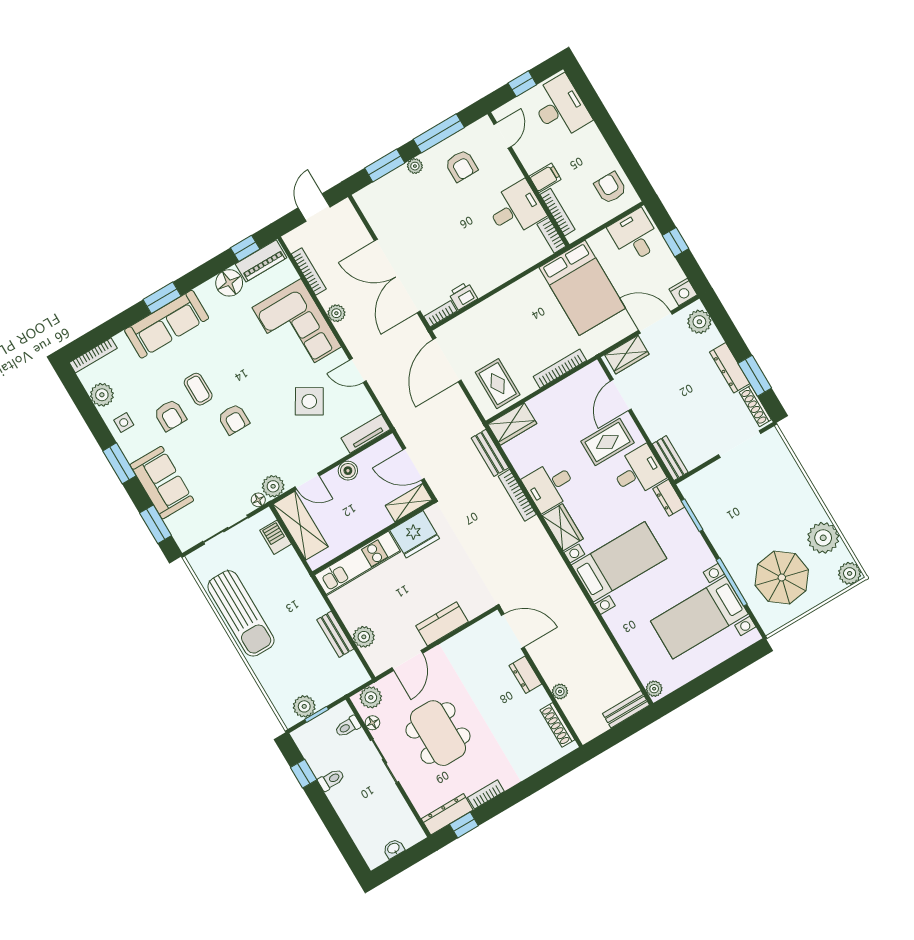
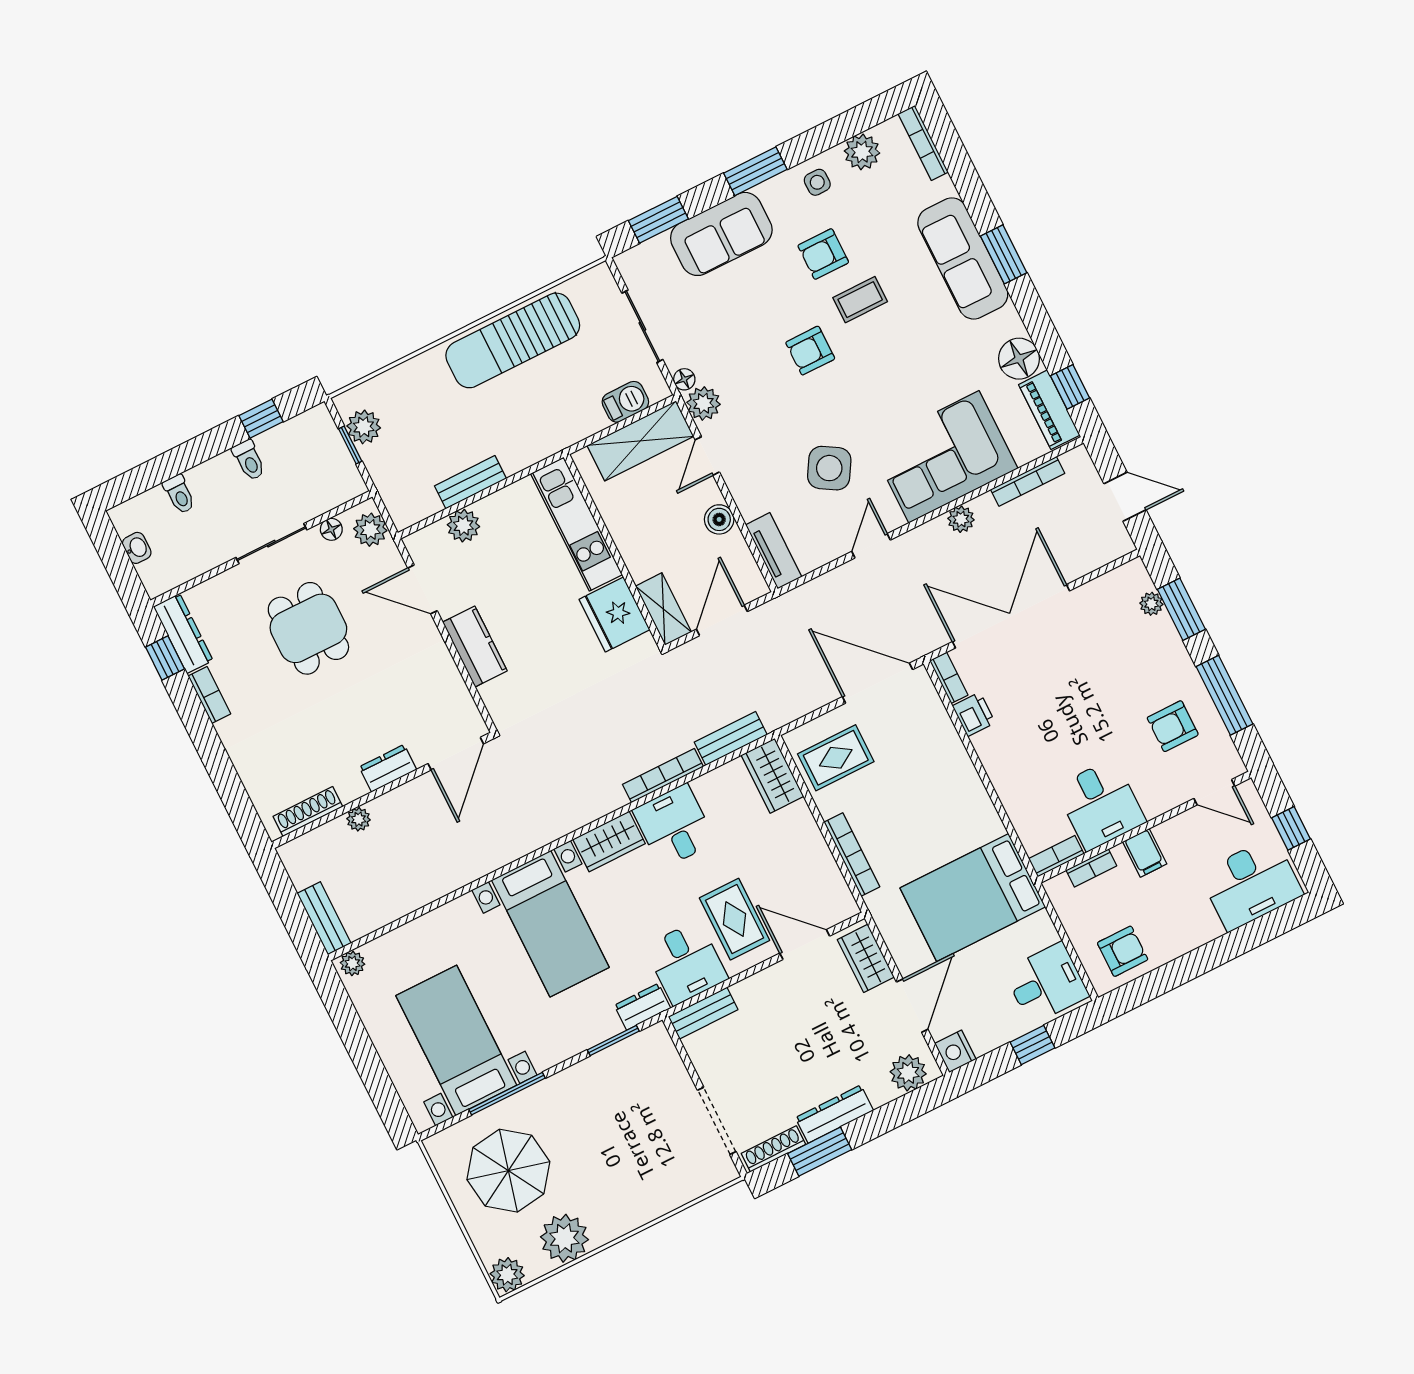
plant: (415, 166) -> (1151, 604), moved
bookcase: (557, 212) -> (1091, 868), width x0.64
toilet: (348, 727) -> (179, 494), moved, turned 180
dining table: (438, 733) -> (308, 628), width x0.73

